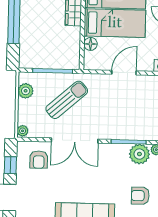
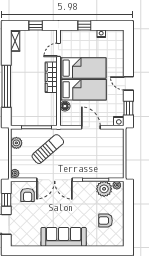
door: (124, 73) -> (91, 127), hinge flipped

